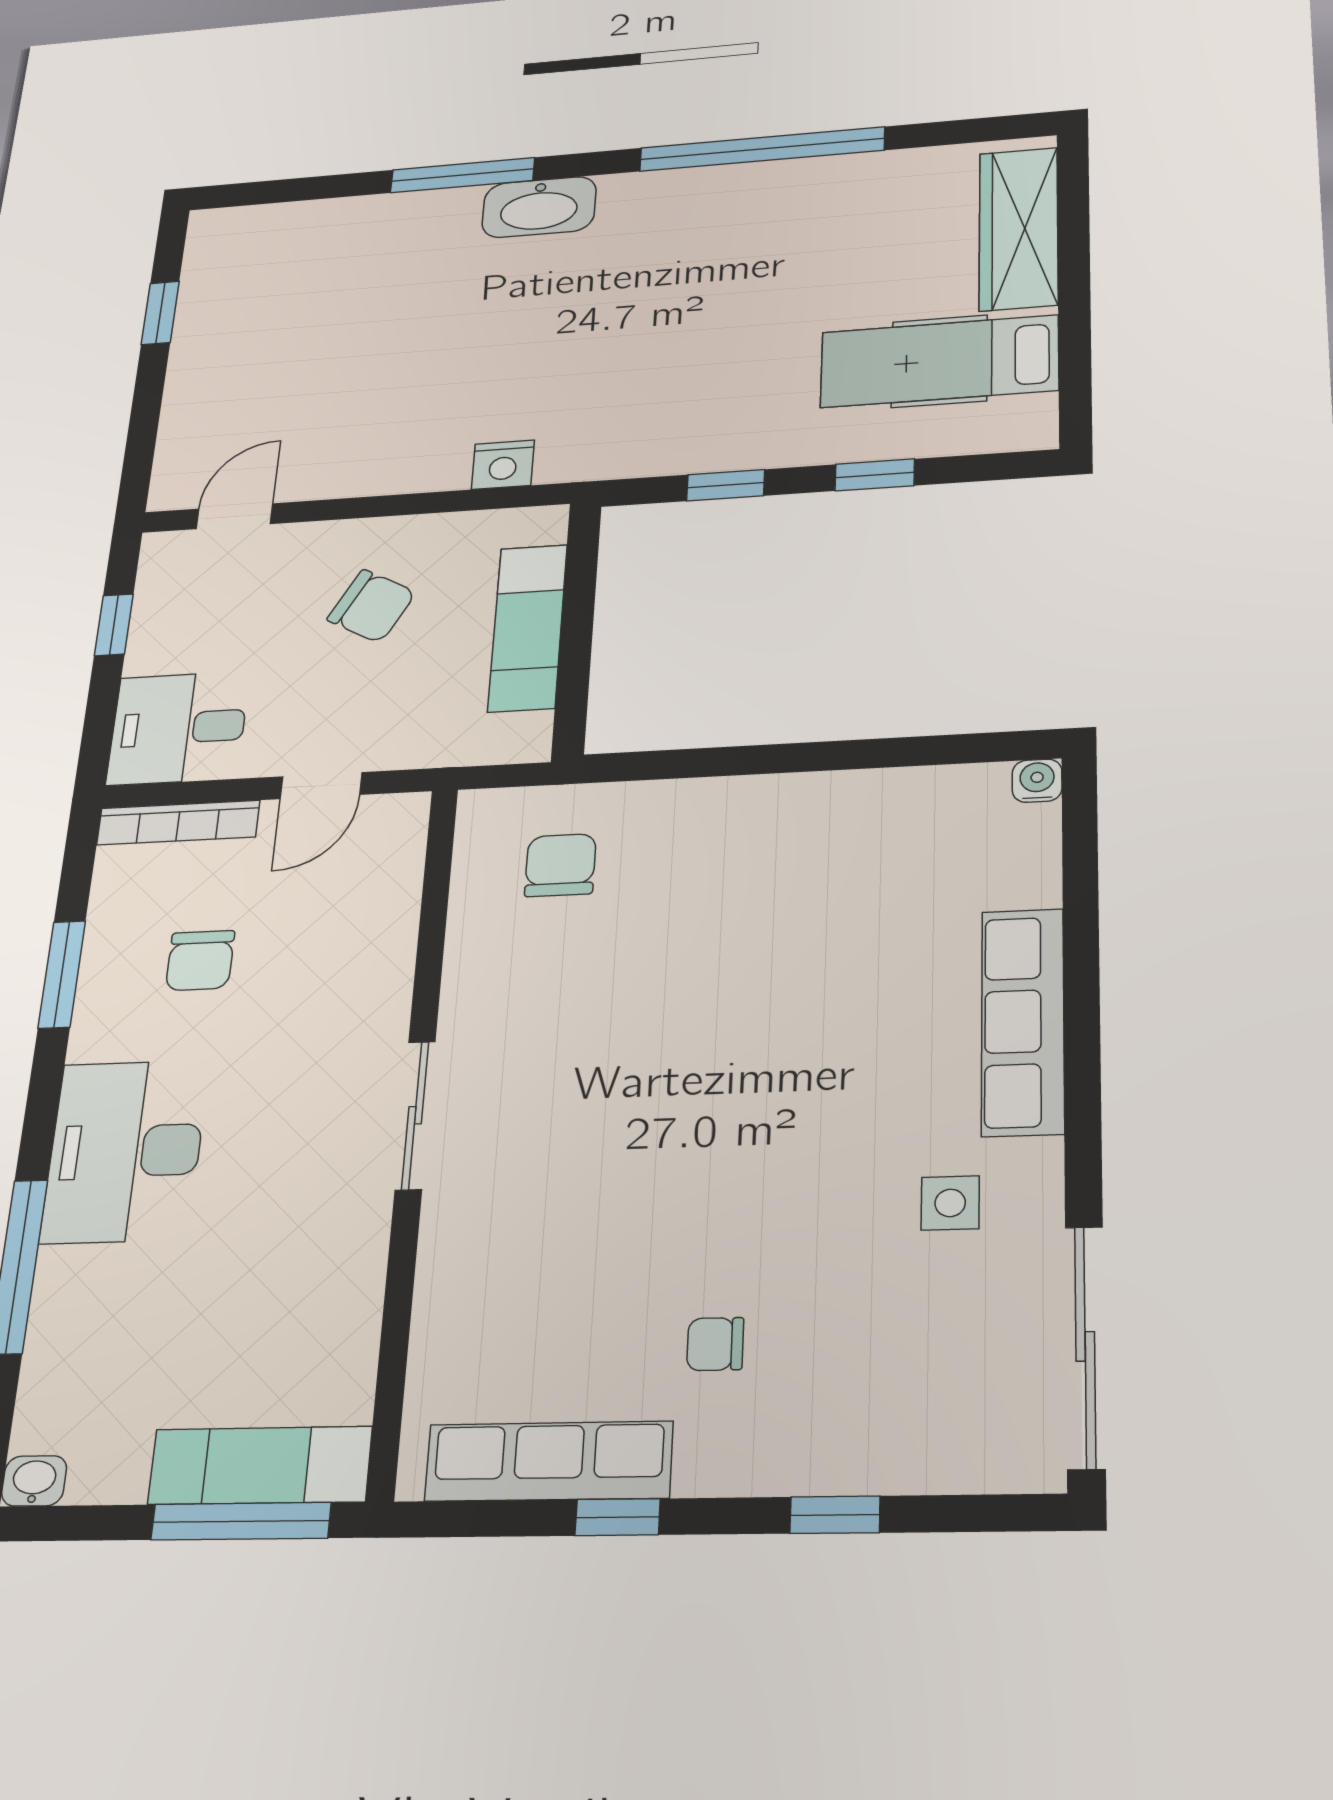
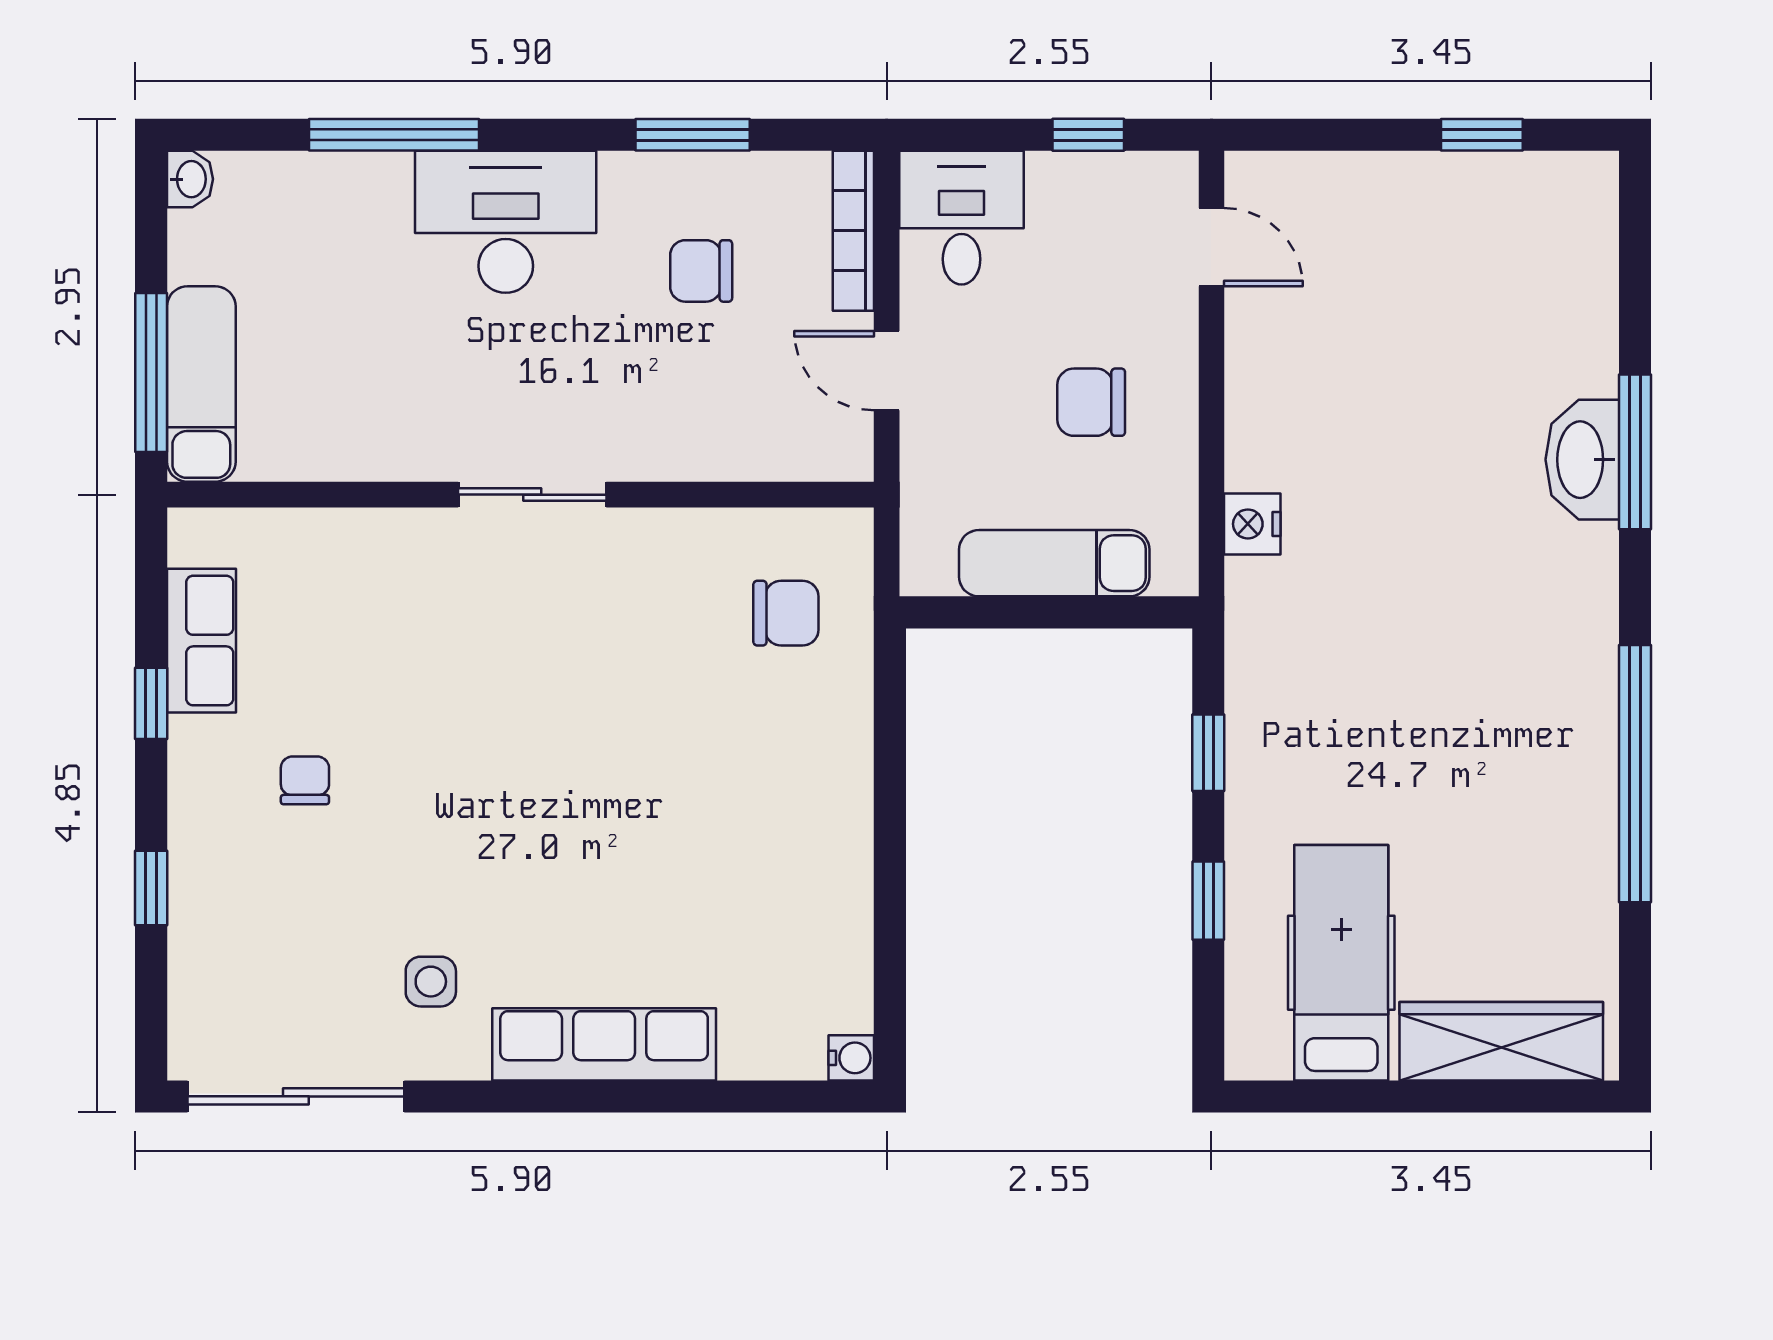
washbasin: (539, 207) -> (1582, 460), moved
chair: (372, 606) -> (1091, 402), turned 61
row of seats: (549, 1461) -> (201, 641), width x0.68

